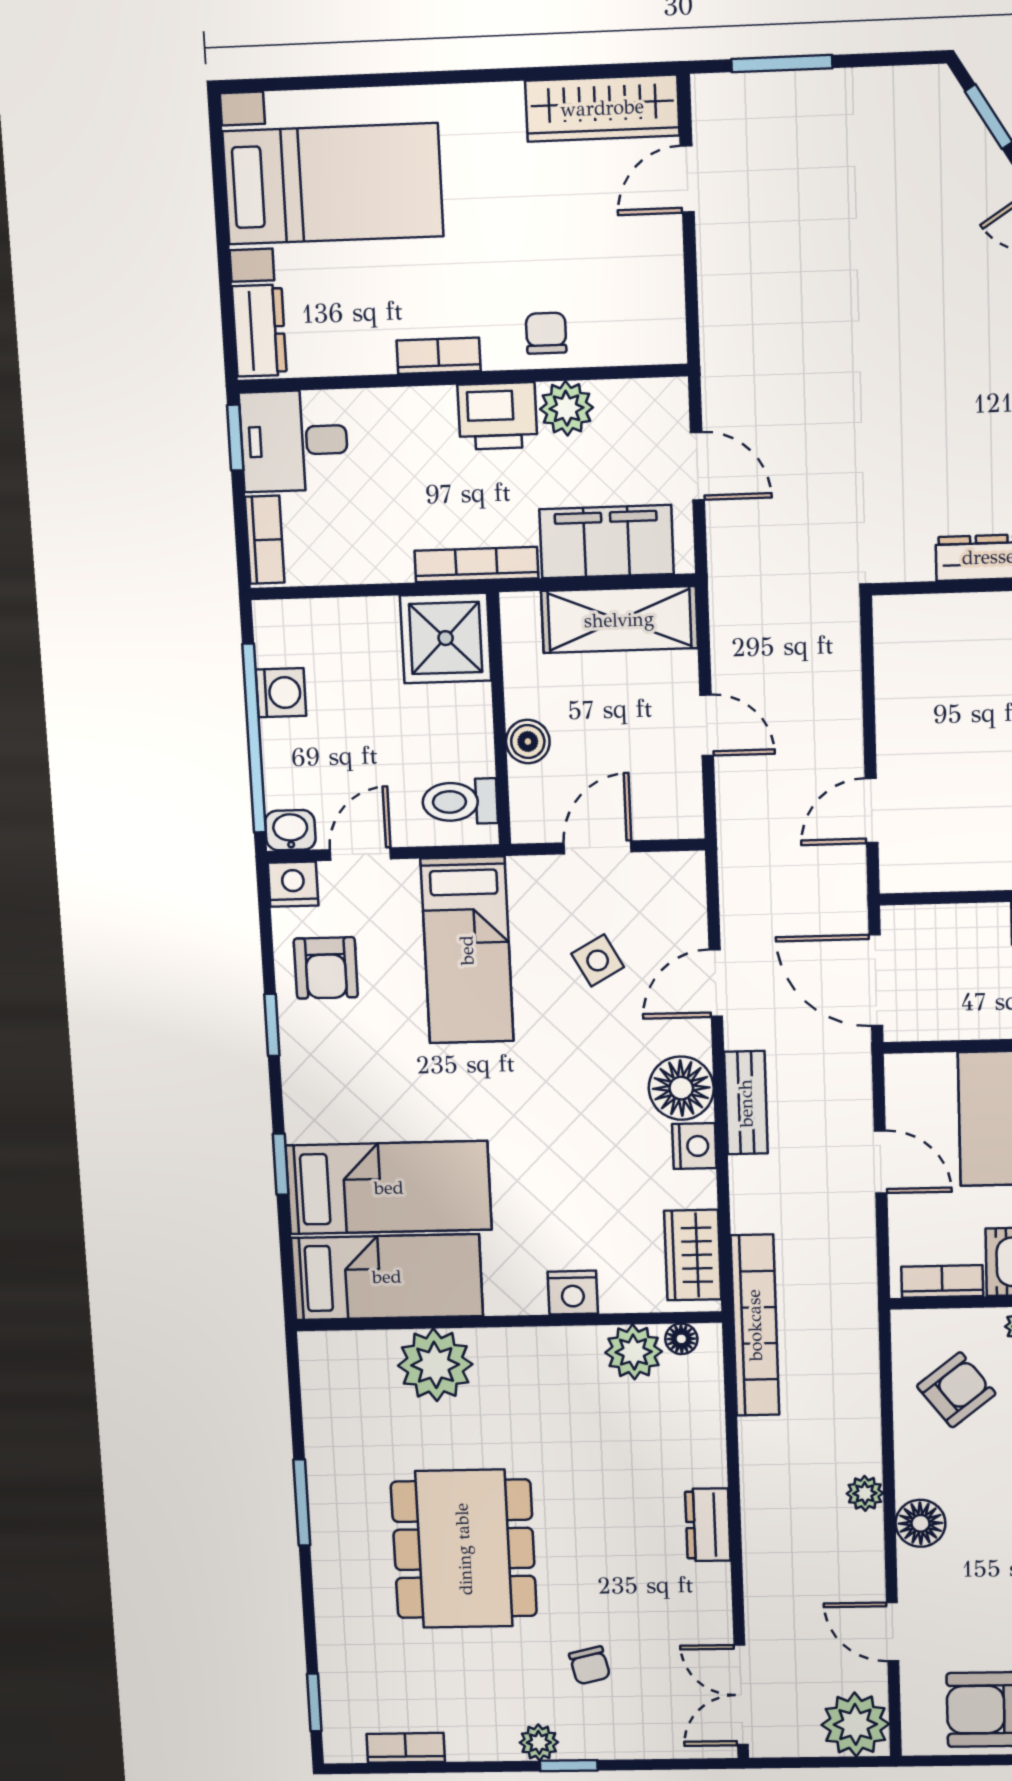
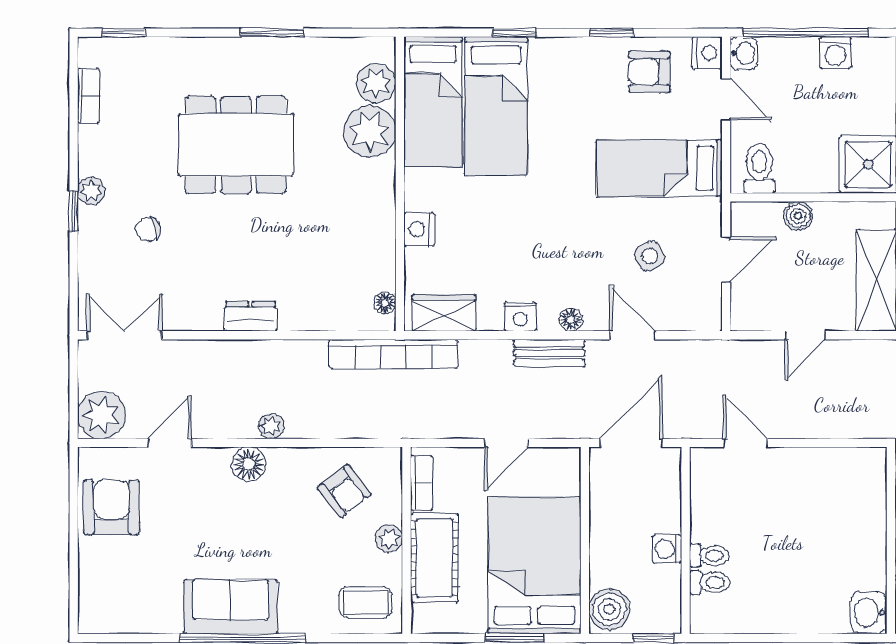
door: (598, 847) -> (726, 259), hinge flipped
floor lamp: (681, 1088) -> (571, 320), width x0.53, depth x0.53
plant: (634, 1352) -> (376, 83), moved

